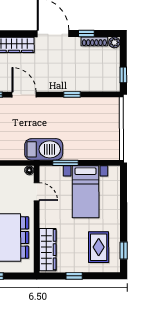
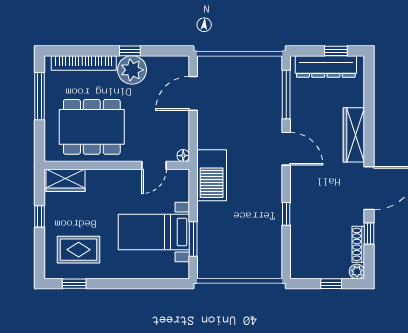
window: (123, 75) -> (331, 284), moved
door: (24, 95) -> (286, 149), hinge flipped
window: (65, 163) -> (193, 239), moved
wardrobe: (48, 250) -> (66, 180), width x0.67

